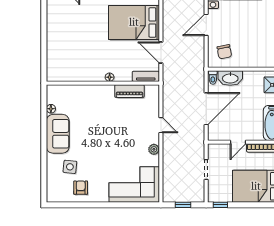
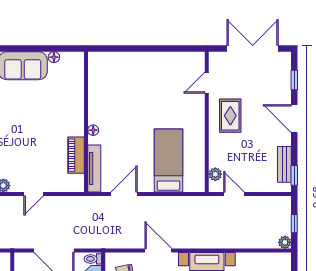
bed: (134, 22) -> (169, 161), width x0.67
tv unit: (146, 76) -> (94, 169), width x1.41

